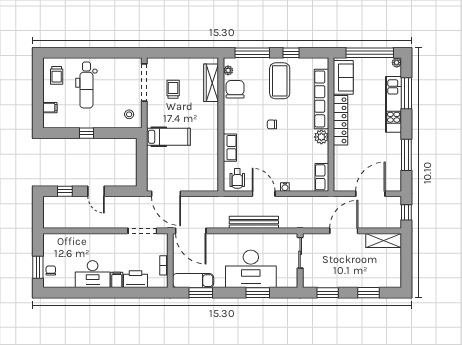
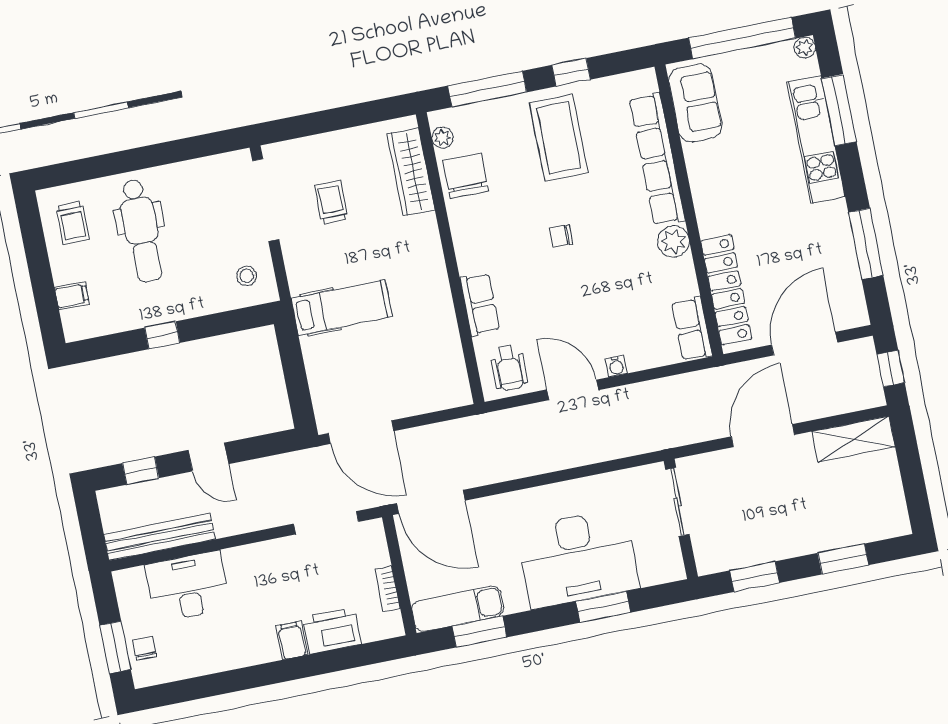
locker: (340, 120) -> (726, 290), moved
bench: (254, 222) -> (159, 537), moved
desk: (93, 274) -> (188, 587), moved, turned 180

